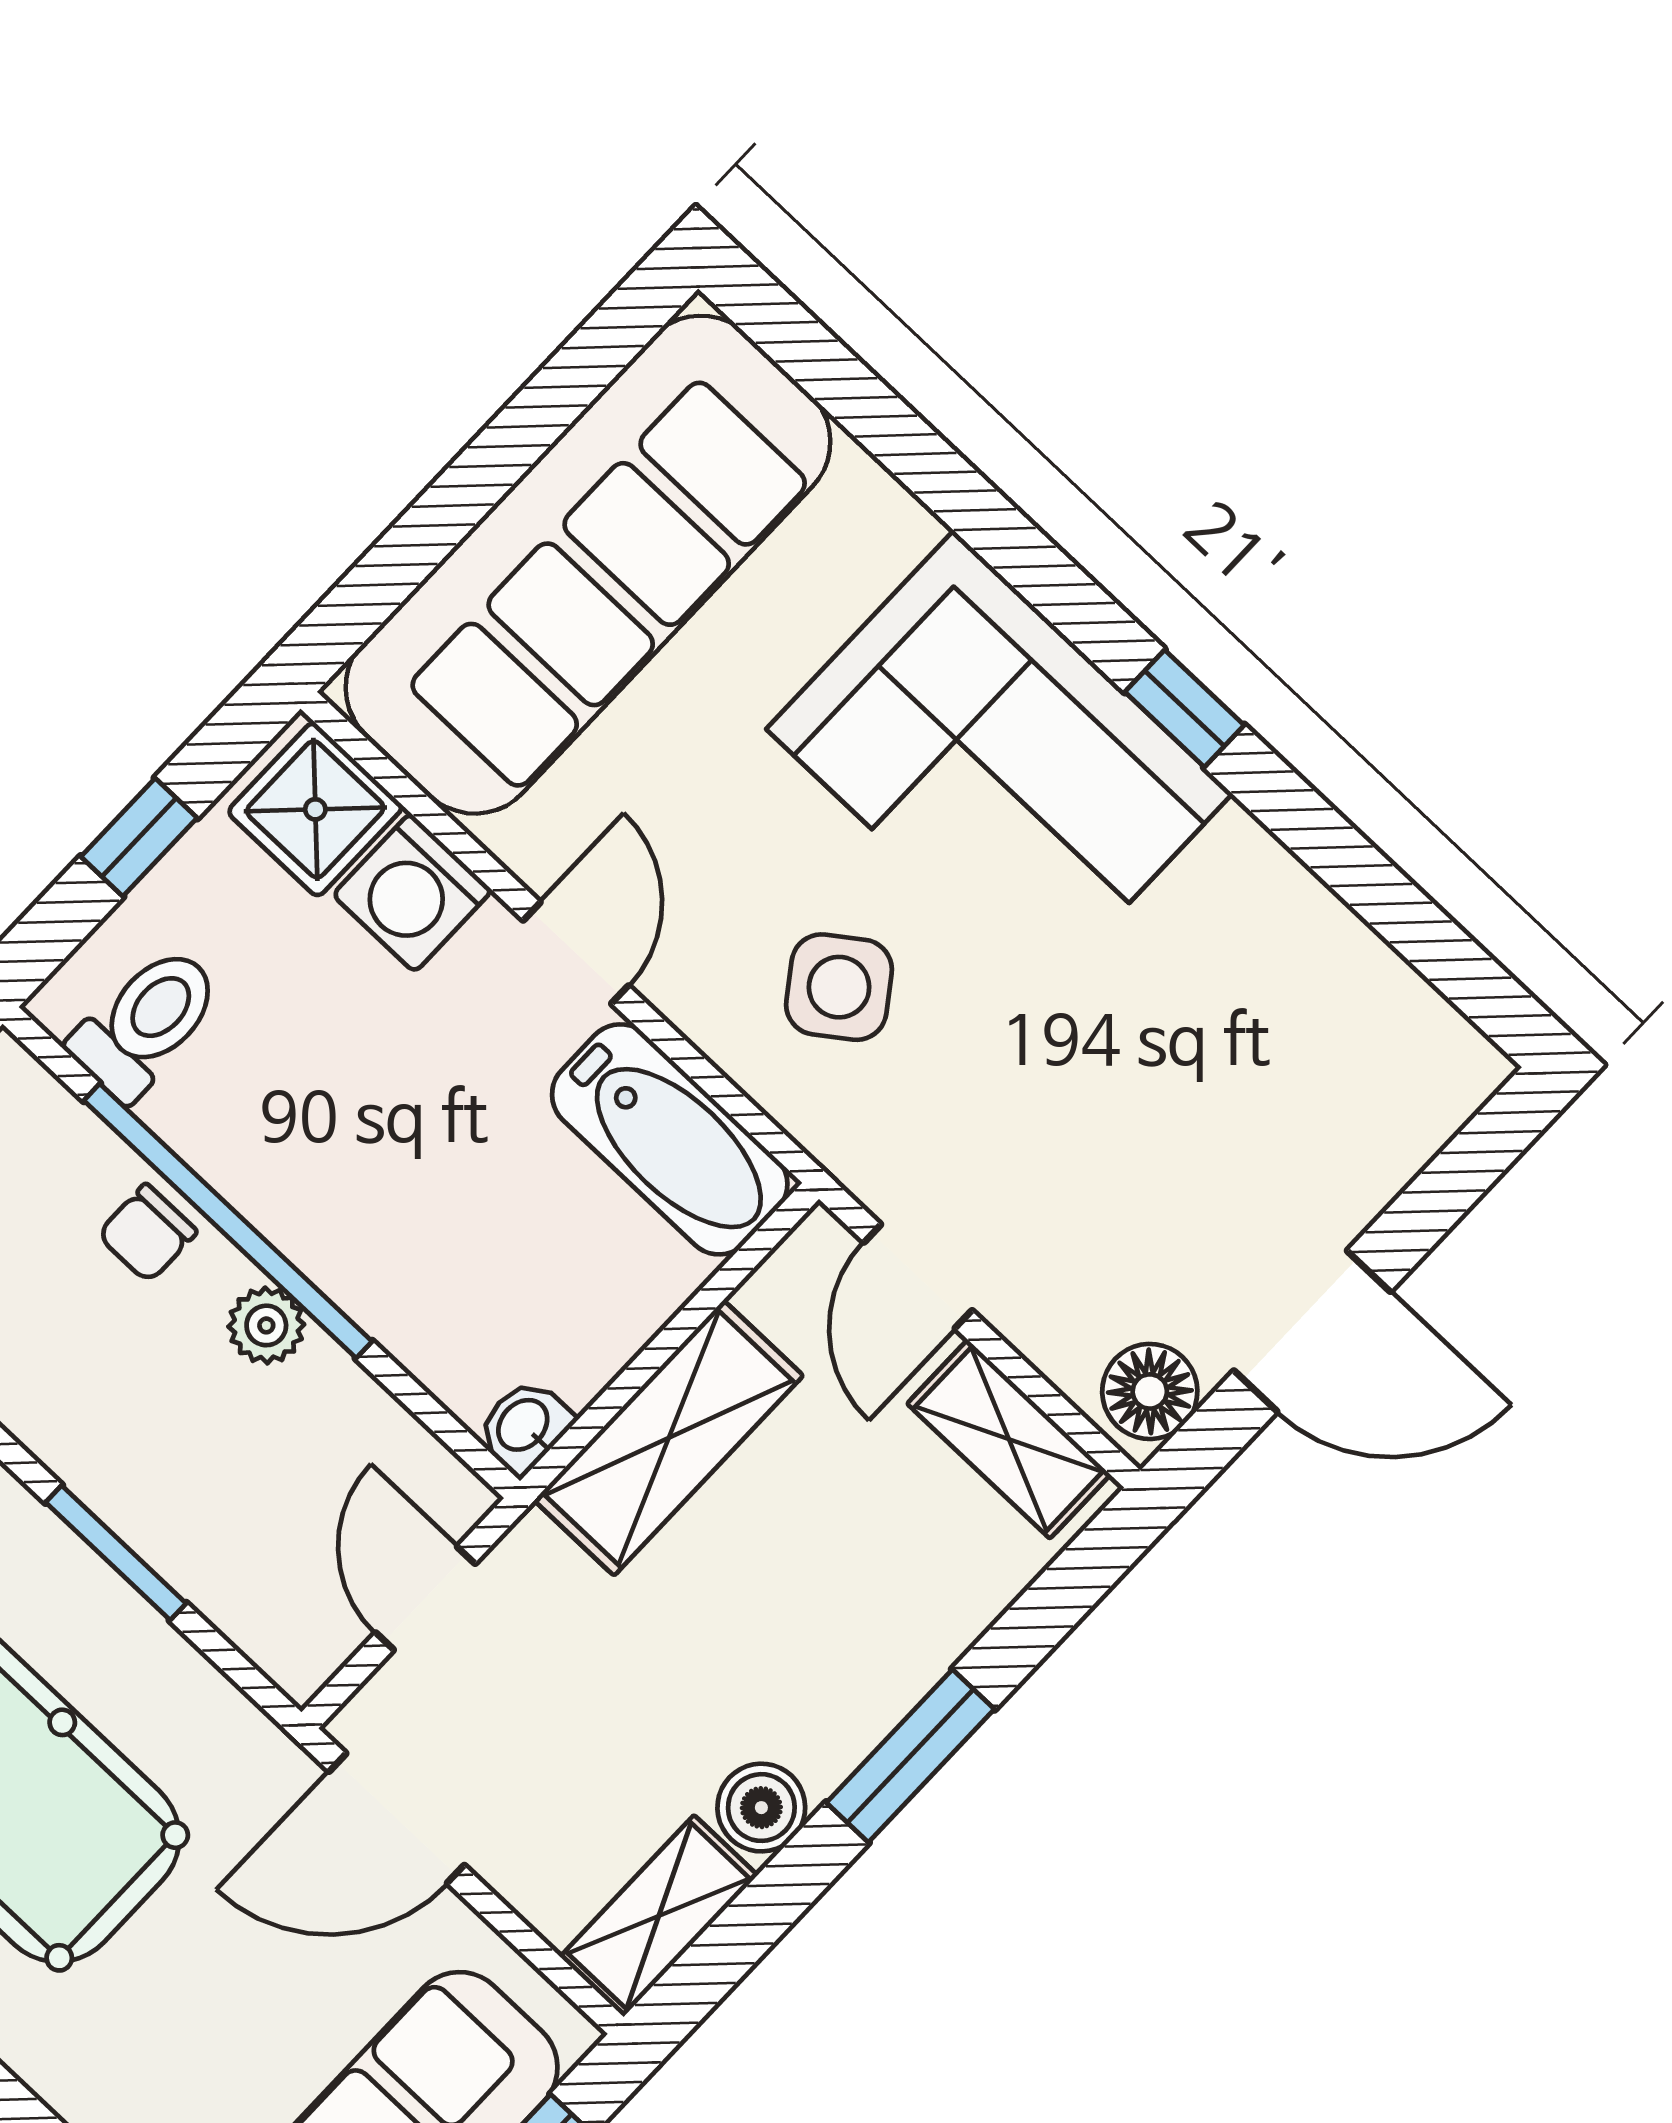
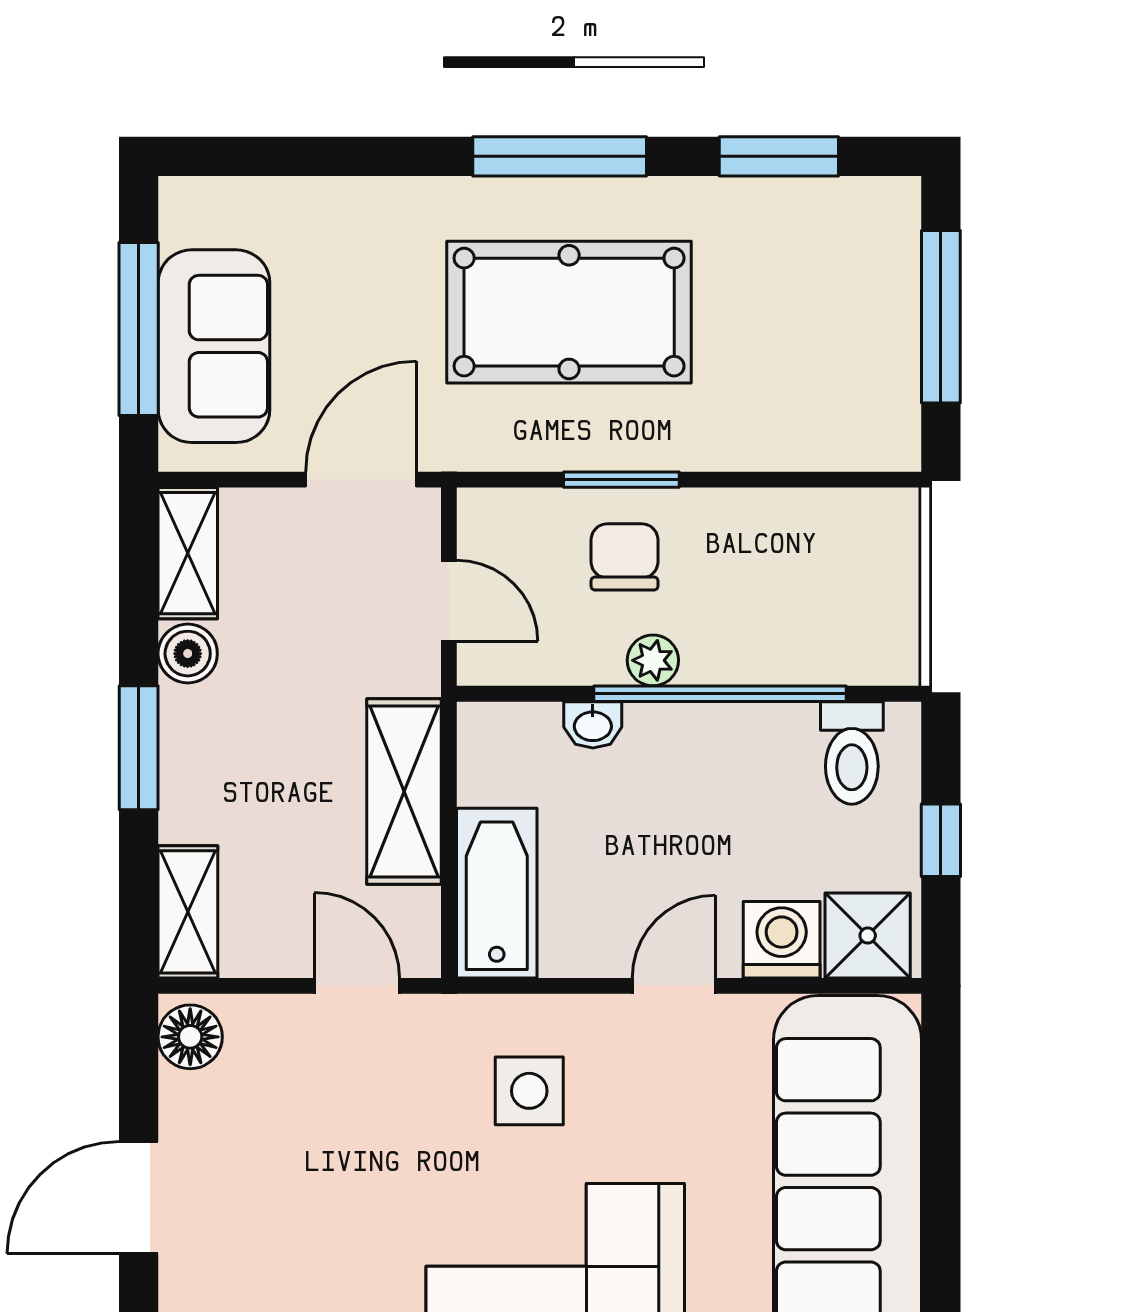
door: (576, 953) -> (674, 986), swing flipped
side table: (839, 987) -> (529, 1091), turned 36
bathtub: (670, 1139) -> (497, 893), moved, turned 90
chair: (147, 1233) -> (625, 557), moved, width x1.37, depth x1.37
door: (1312, 1331) -> (139, 1198), moved
washbasin: (524, 1426) -> (593, 725), moved, turned 90
shelving: (1009, 1439) -> (188, 912), moved, turned 90

